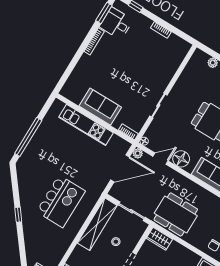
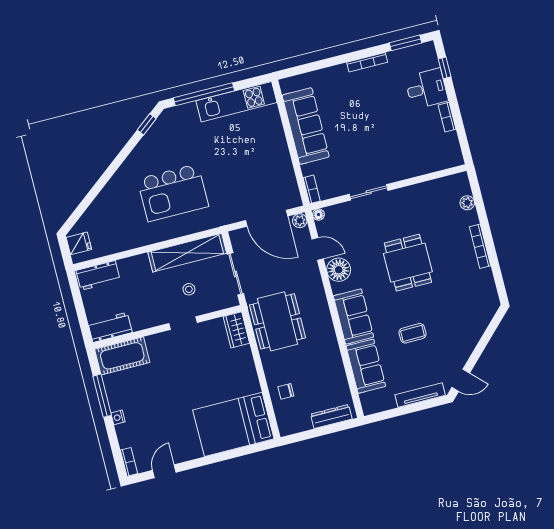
desk: (116, 23) -> (426, 89), moved, turned 90
sofa: (100, 107) -> (306, 126), width x1.36
kitchen unit: (86, 125) -> (236, 102), moved, turned -90
window: (18, 215) -> (147, 124), moved

